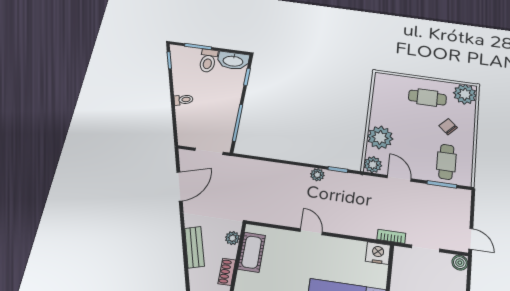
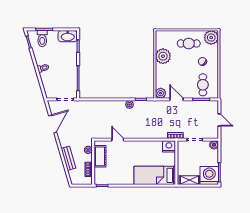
toilet: (208, 61) -> (42, 39), moved
plant: (380, 137) -> (163, 56), moved
door: (311, 232) -> (118, 140), moved
door: (471, 239) -> (219, 120), moved

